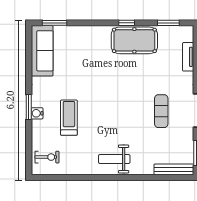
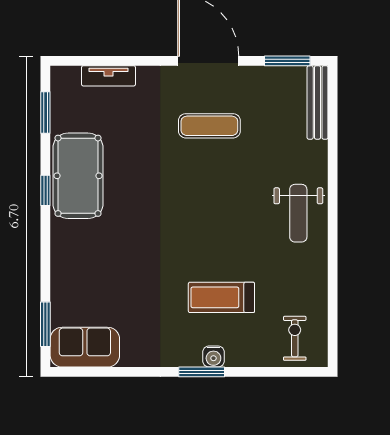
sofa: (42, 51) -> (85, 347), width x0.73

